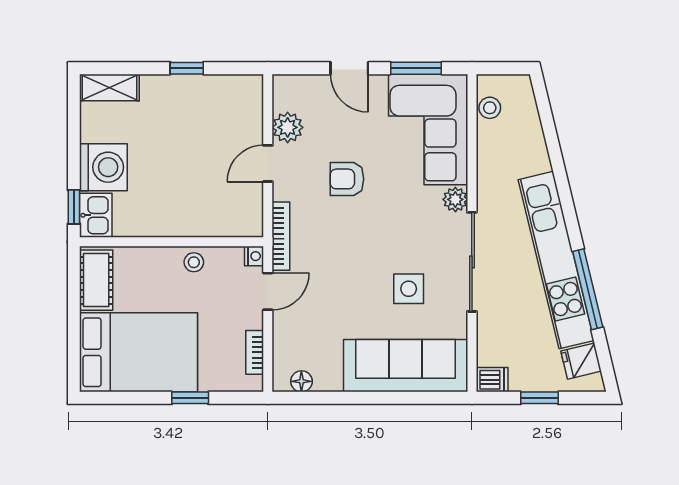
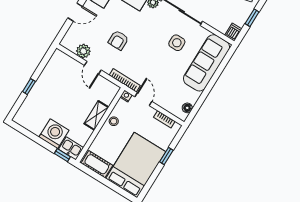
window: (187, 68) -> (29, 87), moved
shelving: (109, 87) -> (96, 115), moved

